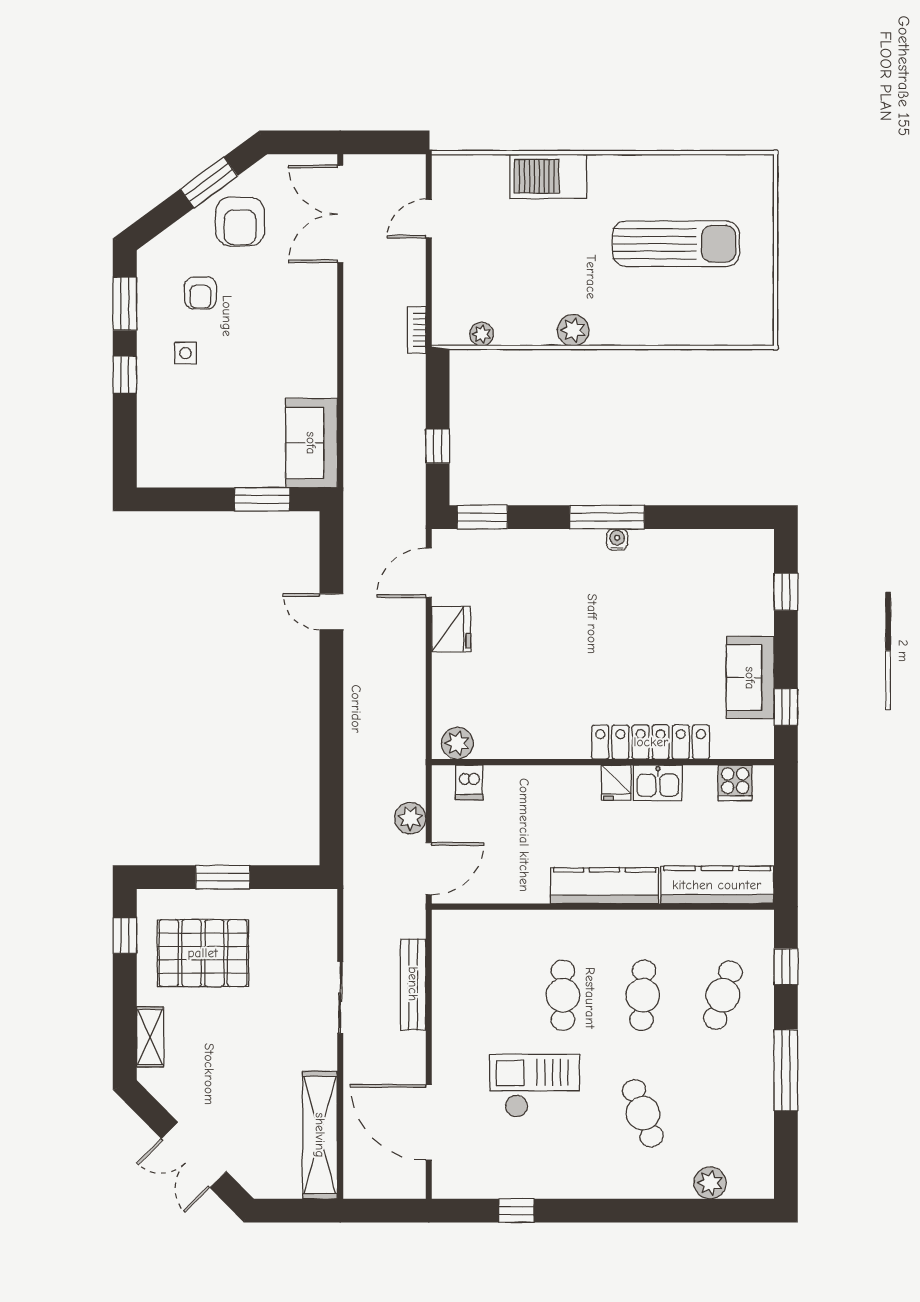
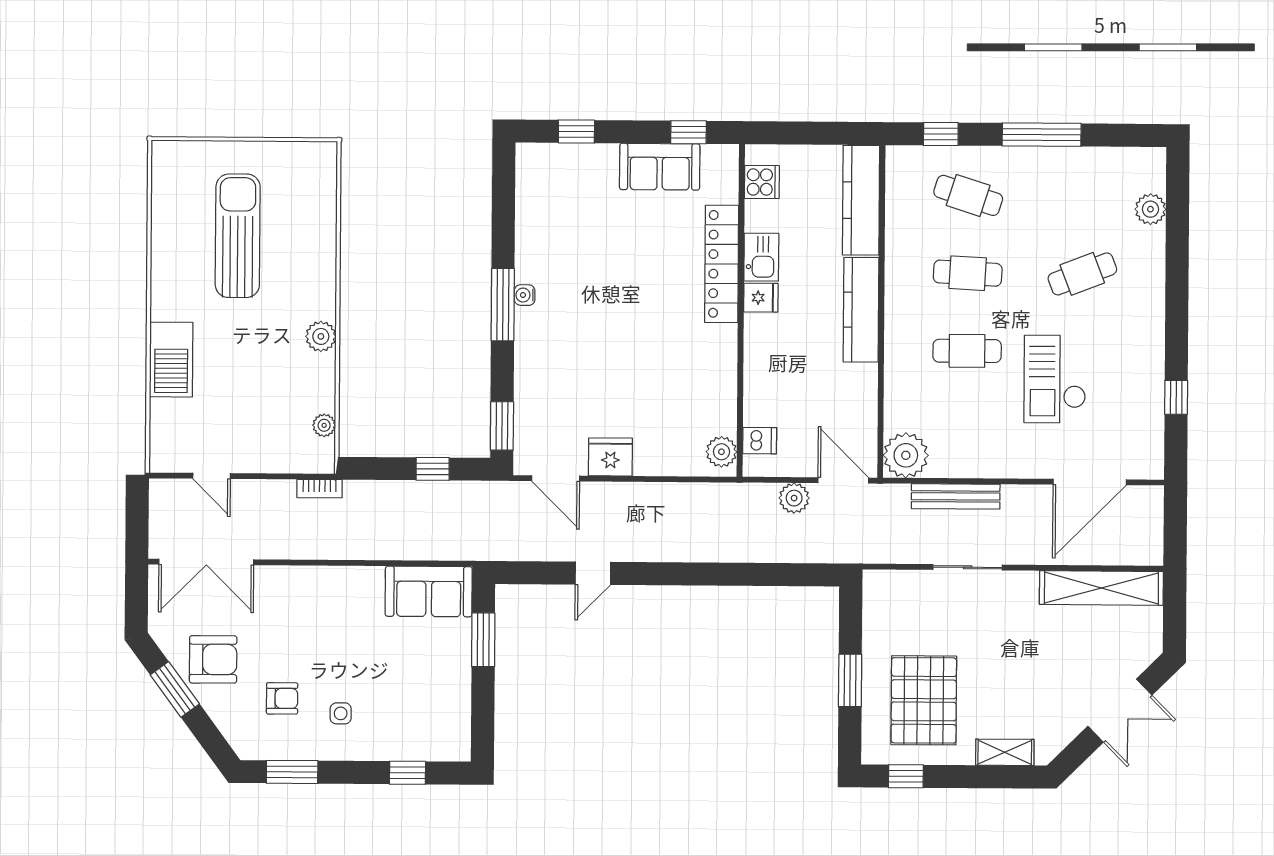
window: (125, 375) -> (407, 773), moved
plant: (455, 933) -> (906, 455), added

